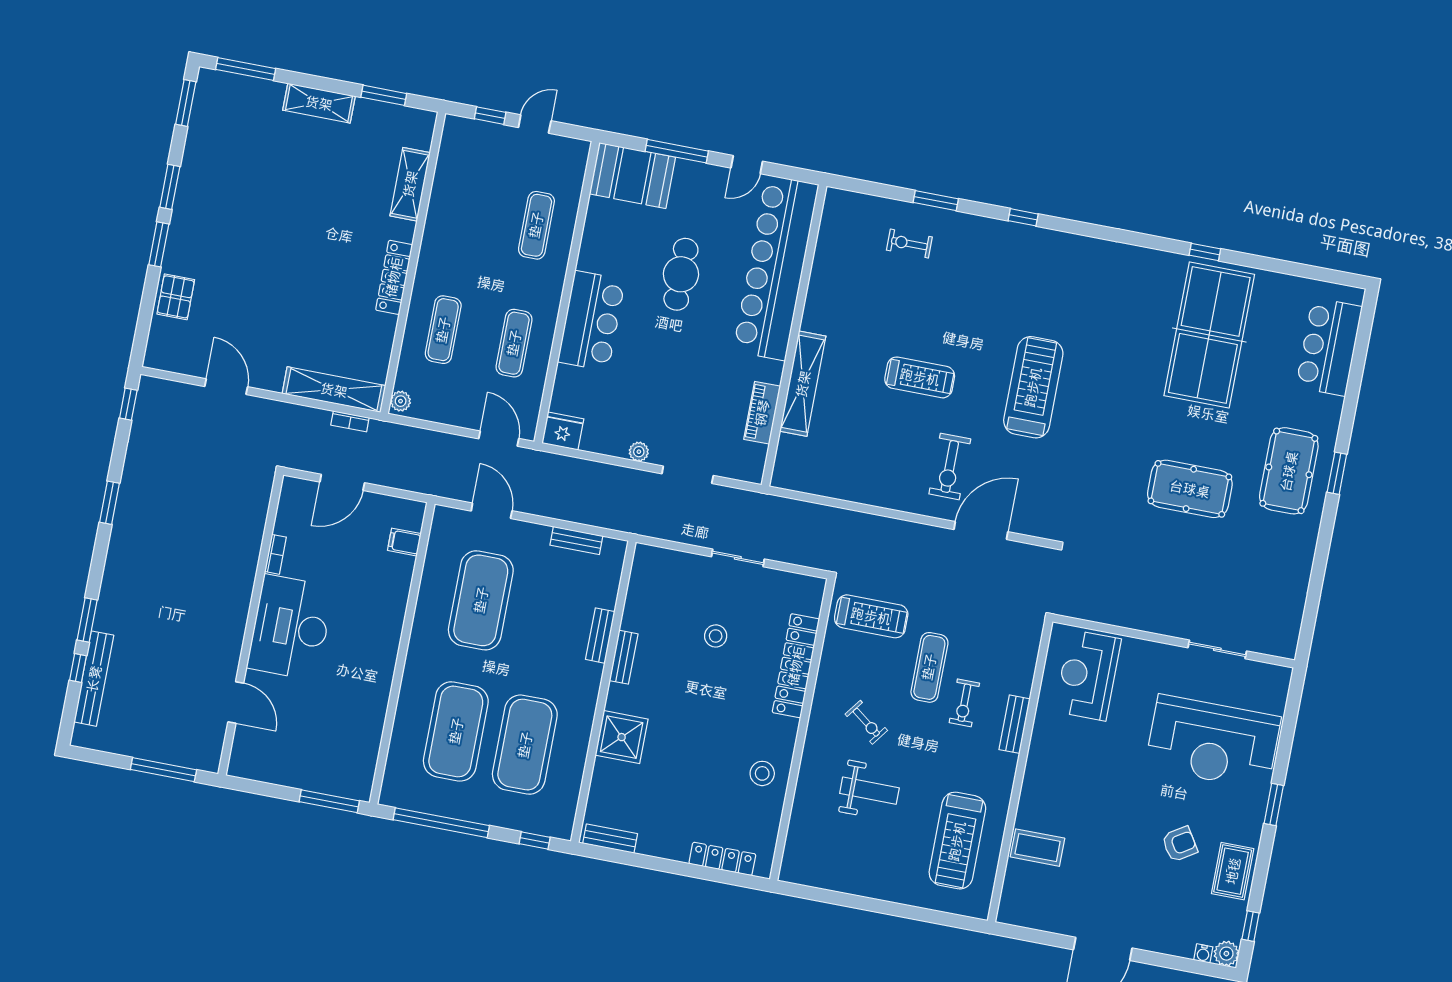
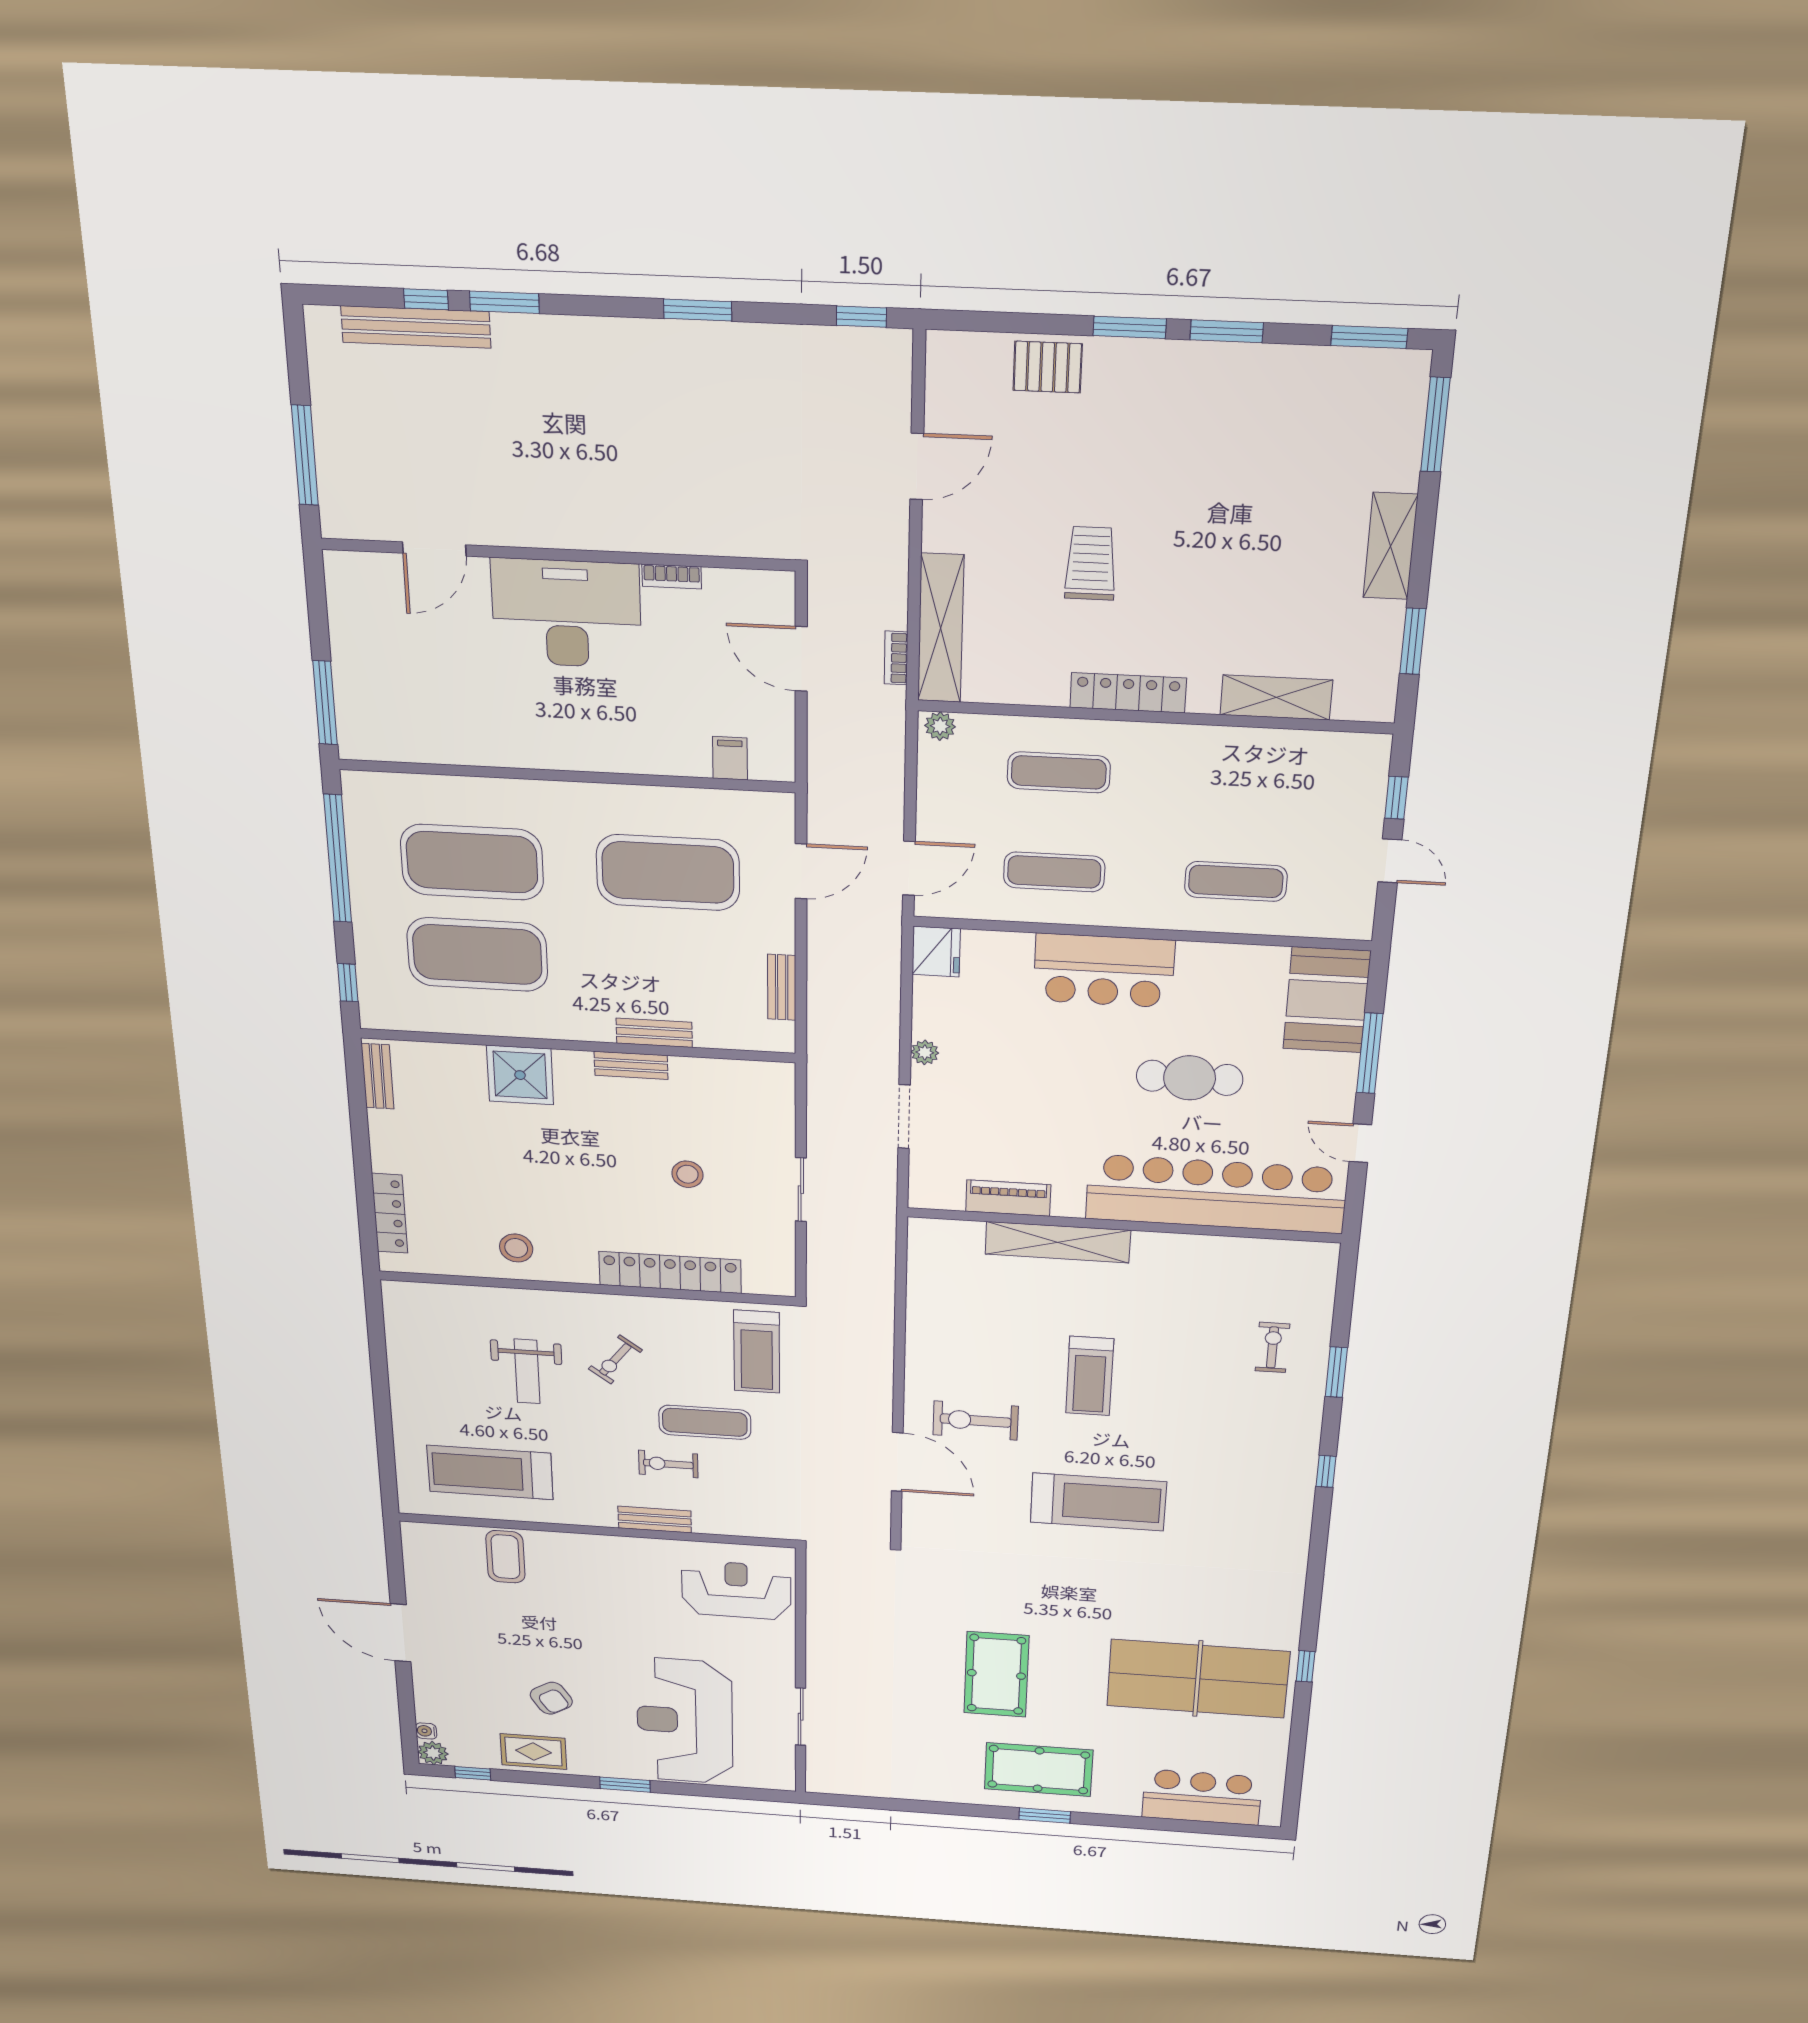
trolley: (304, 289) -> (1091, 563), added

